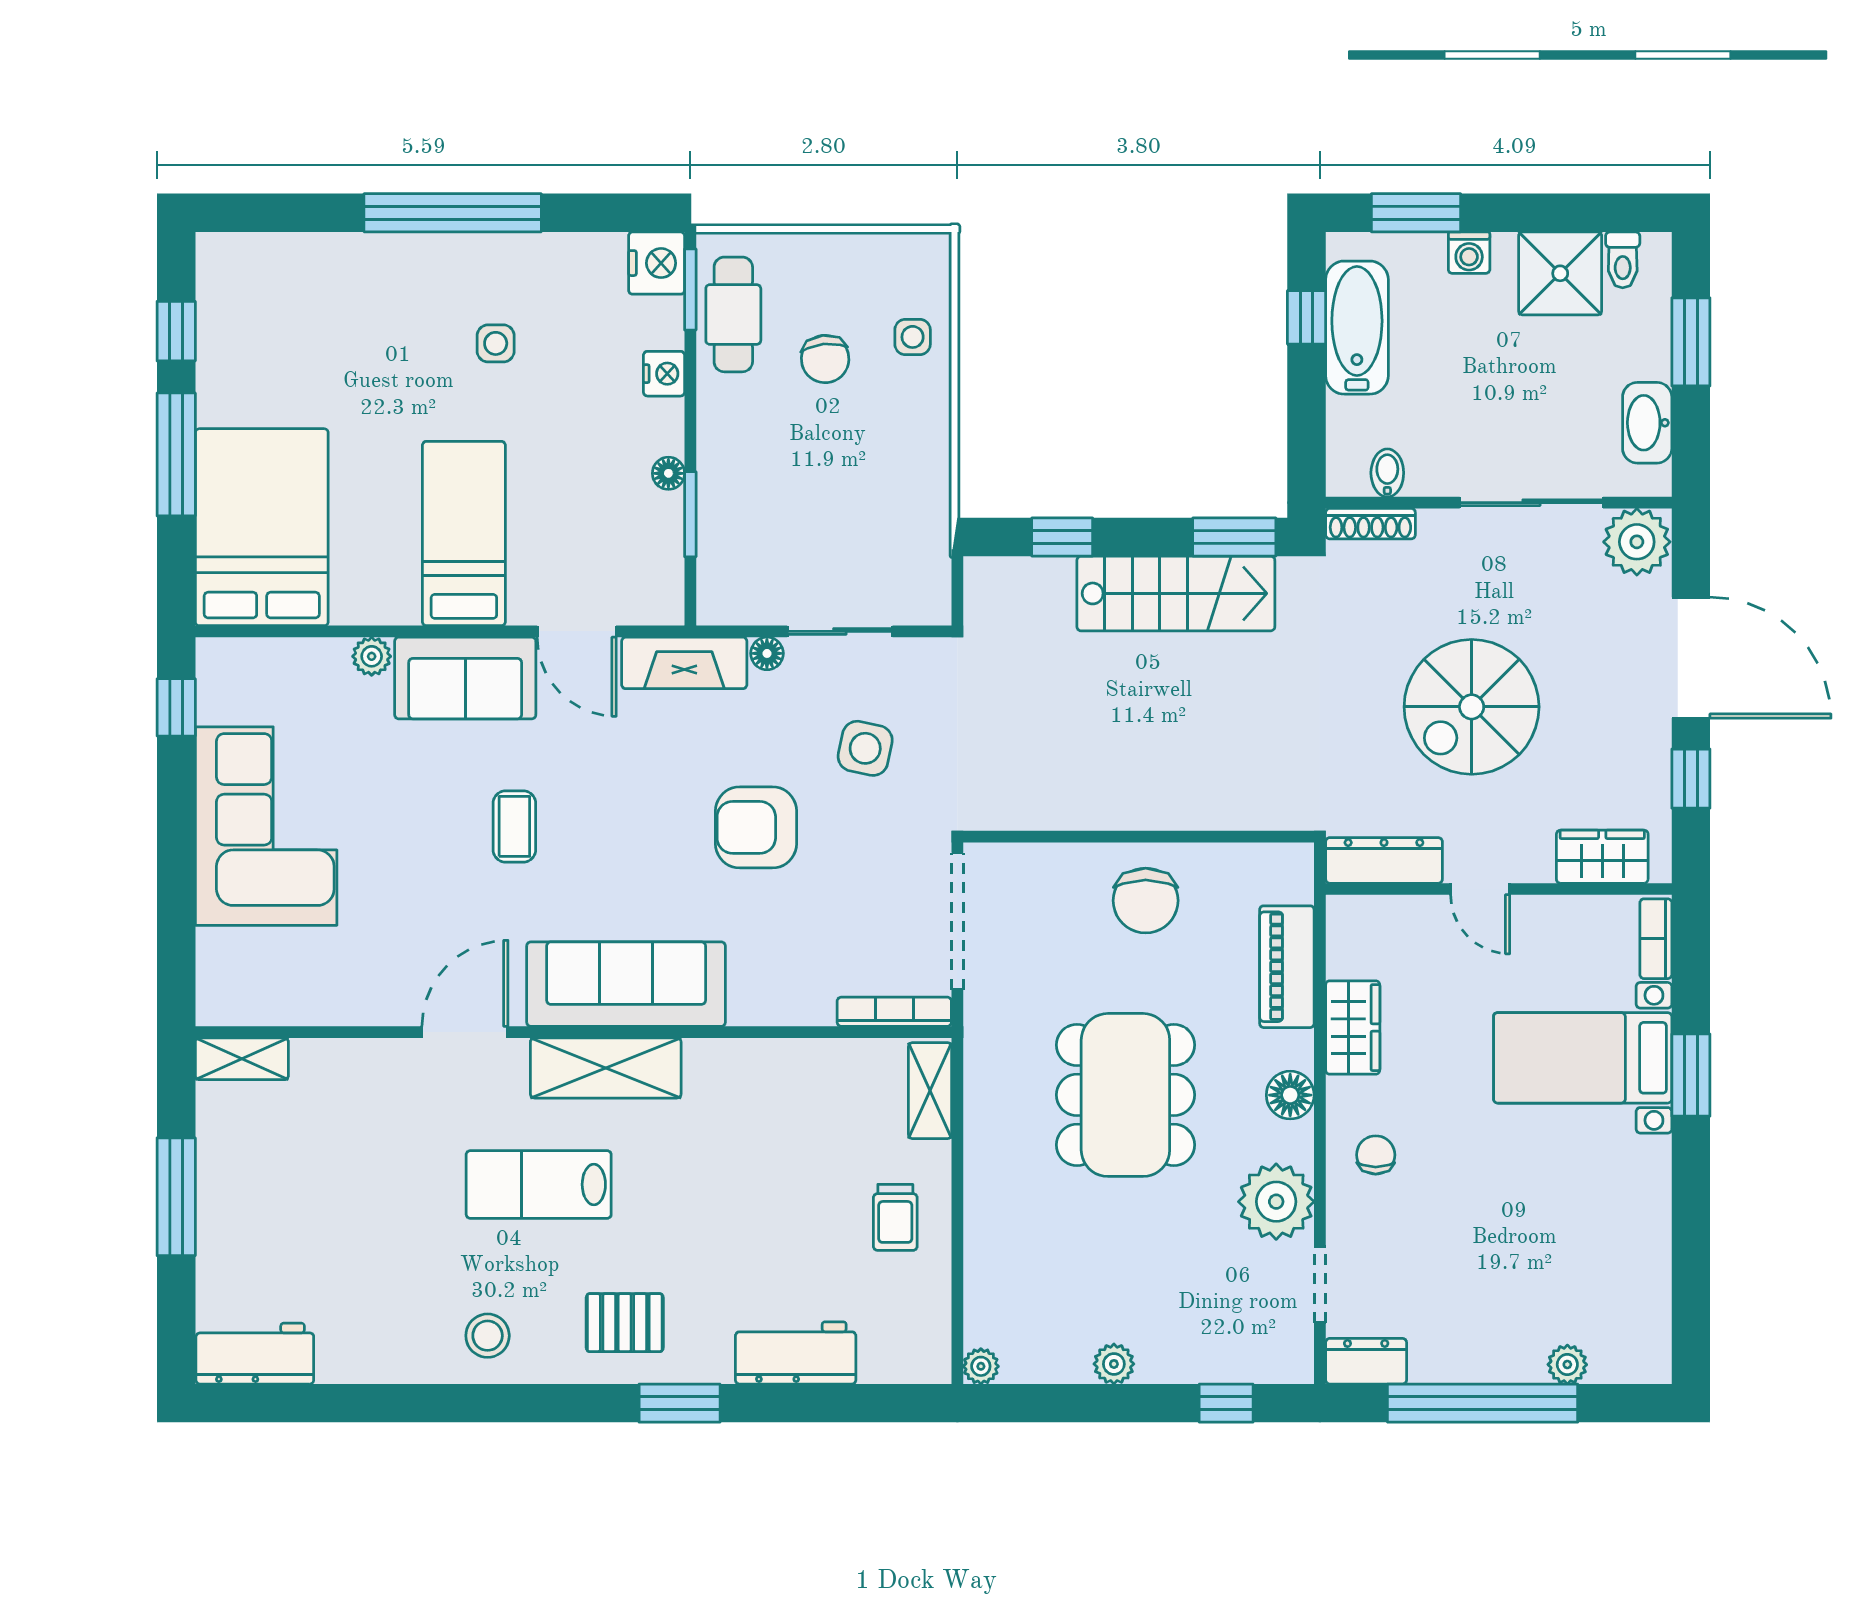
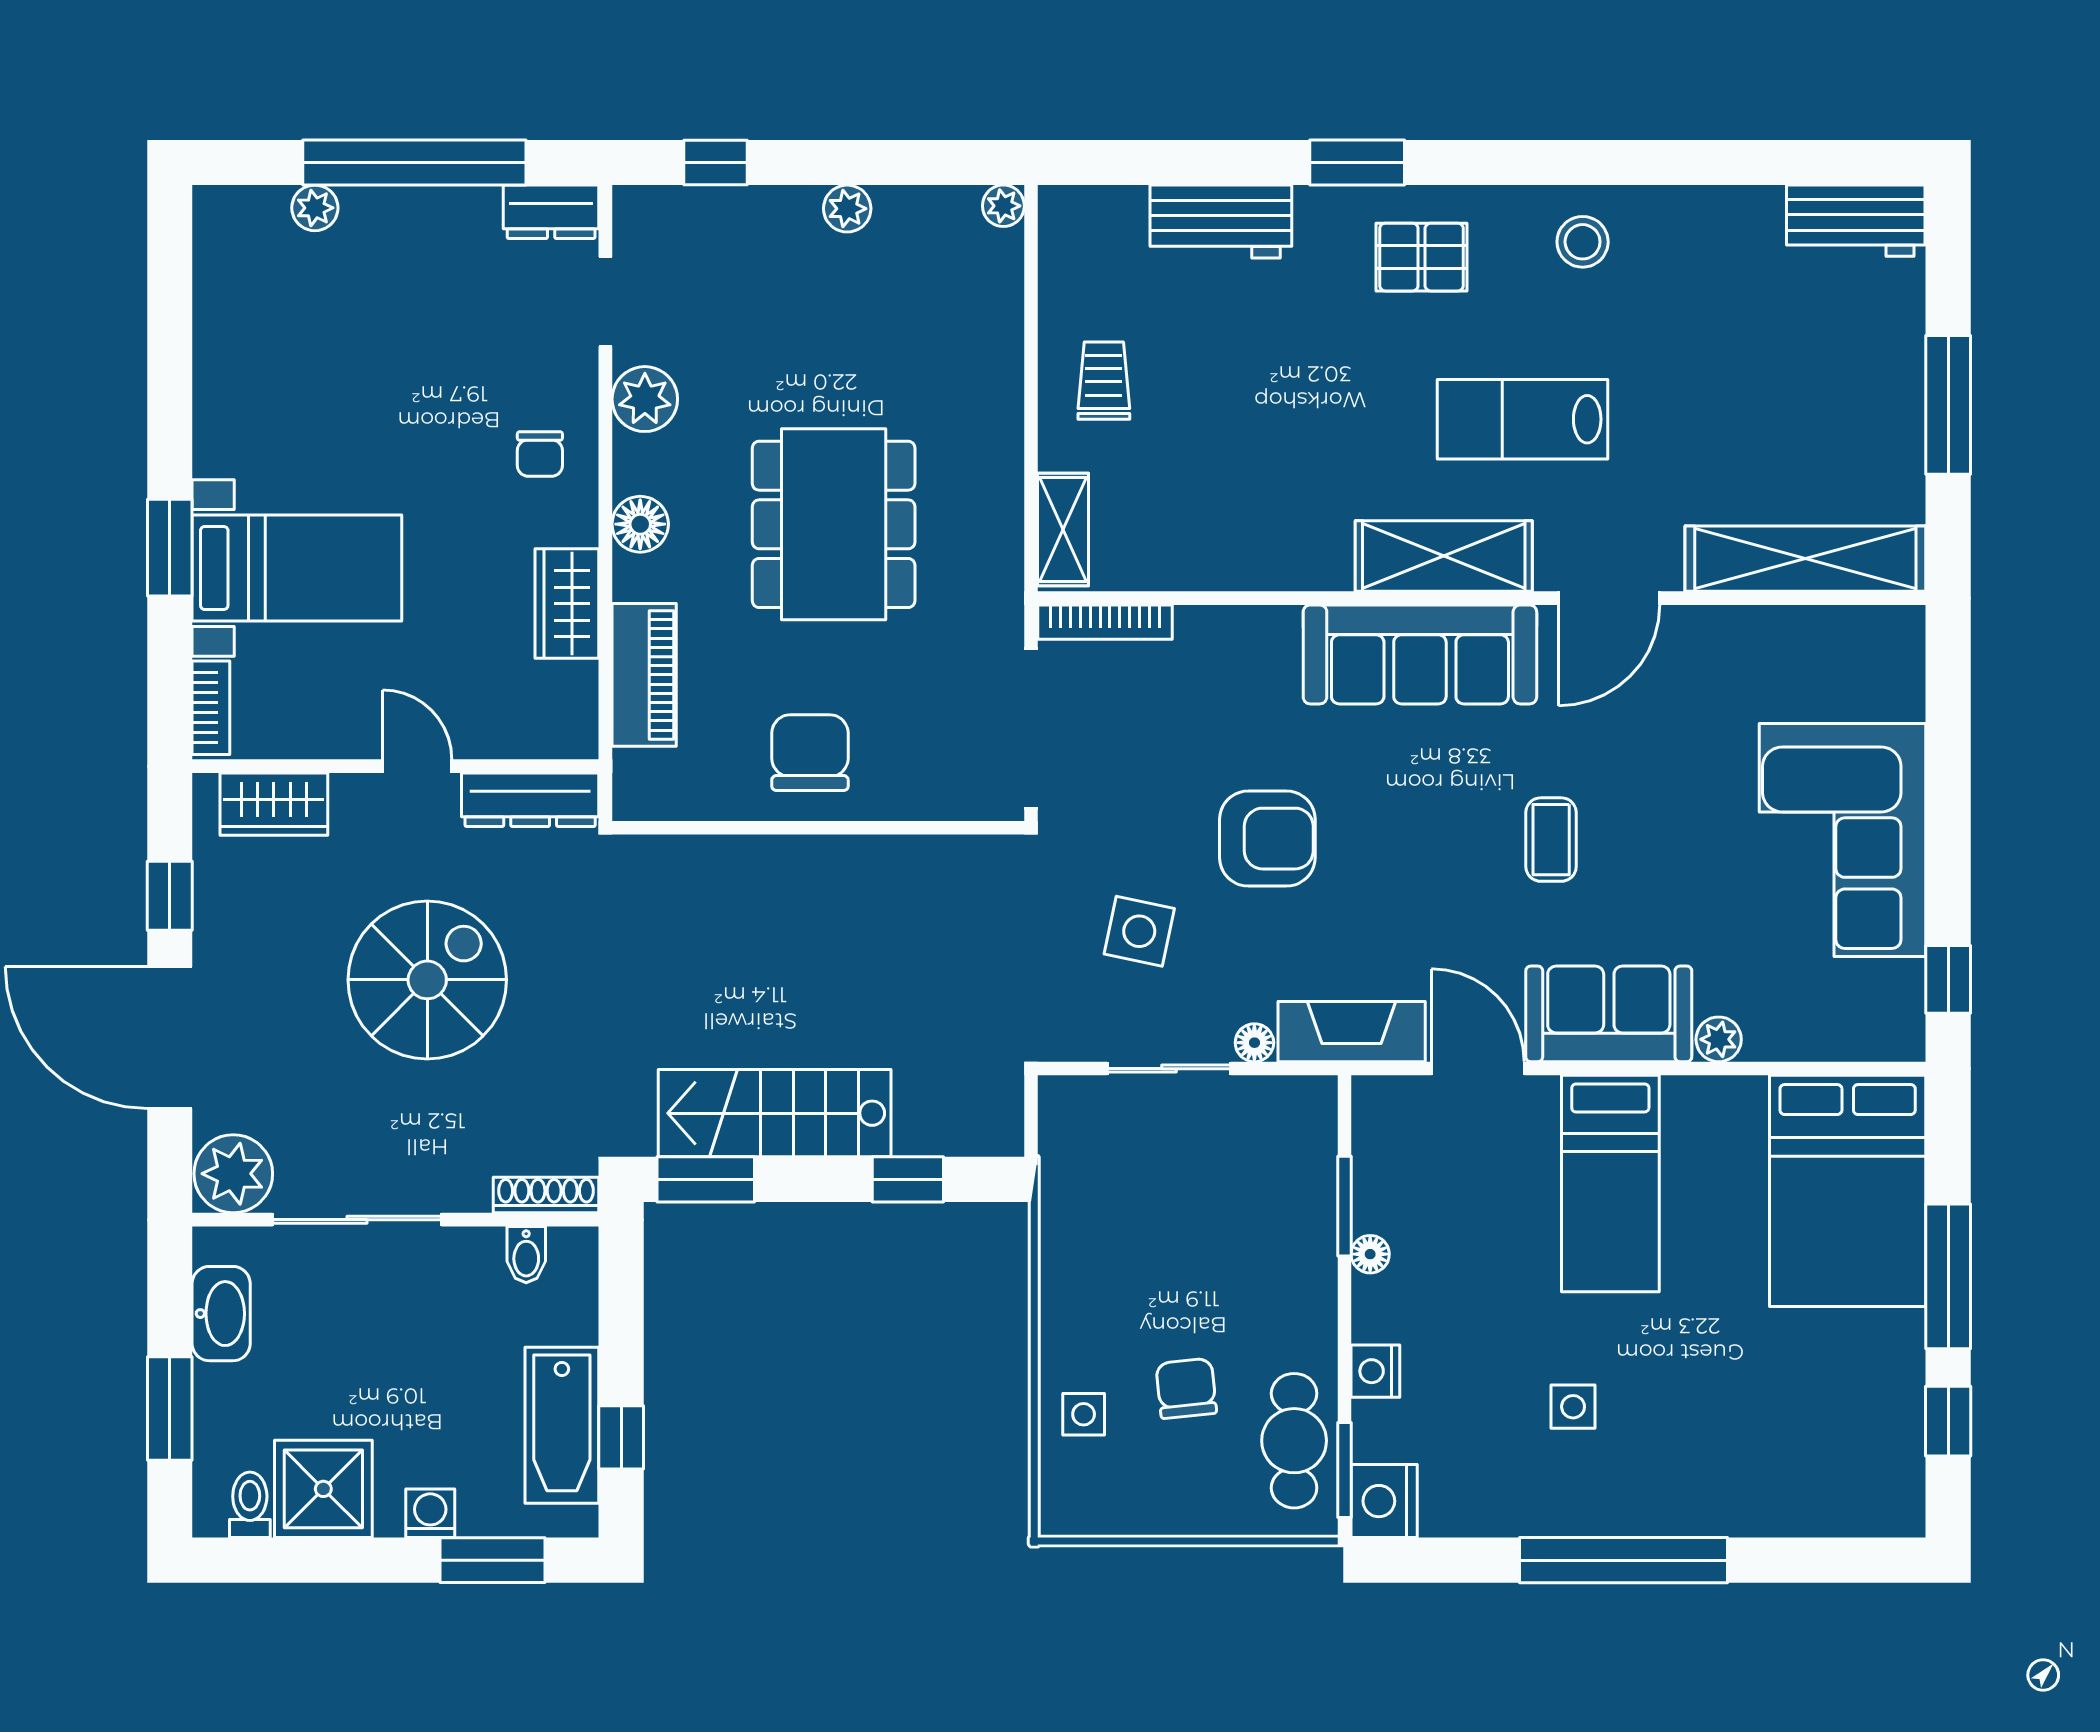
shelving: (242, 1059) -> (1805, 559), width x2.20, depth x1.33
lab bench: (539, 1184) -> (1522, 419), turned 180
plant: (1276, 1202) -> (645, 399), width x0.73, depth x0.73

